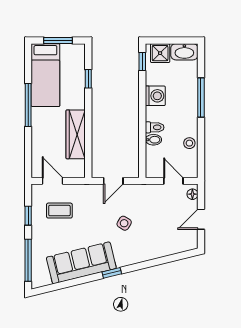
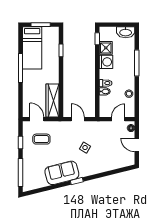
shower: (160, 53) -> (106, 48), moved
wardrobe: (76, 134) -> (52, 100), moved
door: (113, 181) -> (78, 119), swing flipped
door: (173, 181) -> (118, 119), hinge flipped
door: (201, 219) -> (137, 145), hinge flipped
sofa: (81, 263) -> (62, 173), width x0.73

